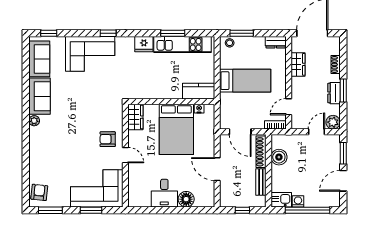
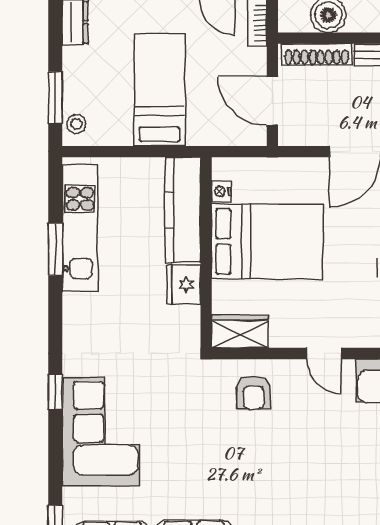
fridge: (144, 44) -> (184, 285), moved, turned 180
kitchen counter: (199, 91) -> (183, 210), width x1.50
door: (240, 132) -> (272, 101), swing flipped
armchair: (108, 139) -> (254, 393), moved
door: (125, 155) -> (324, 354), swing flipped

